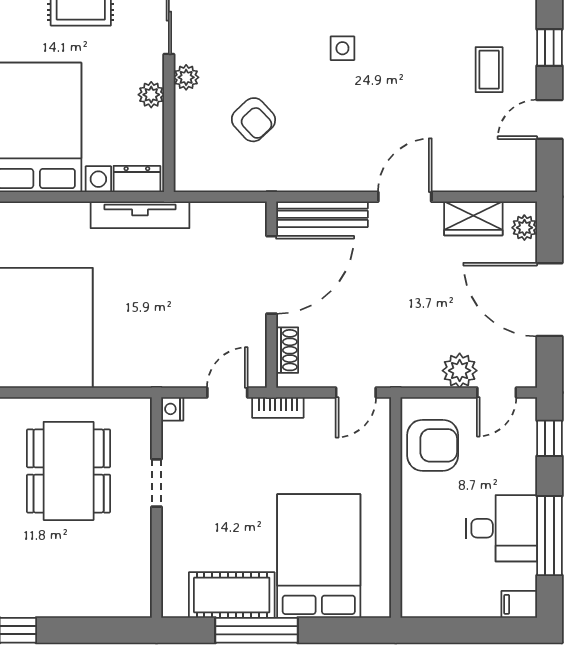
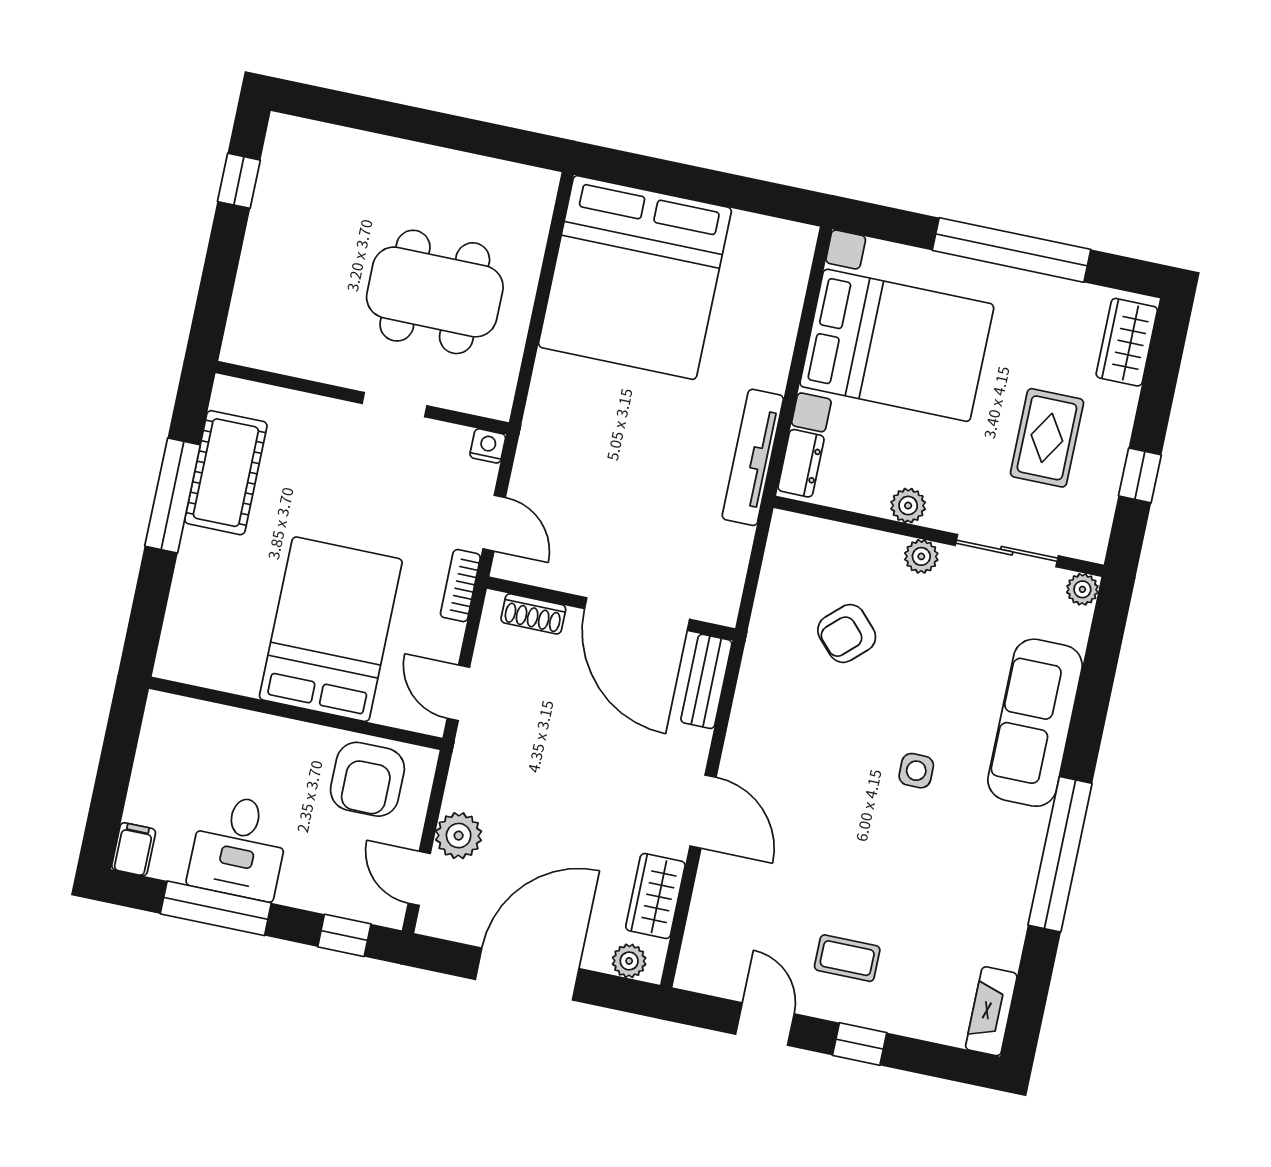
bench: (322, 214) -> (706, 681), width x0.73
bed: (319, 556) -> (331, 629), moved, turned -90

